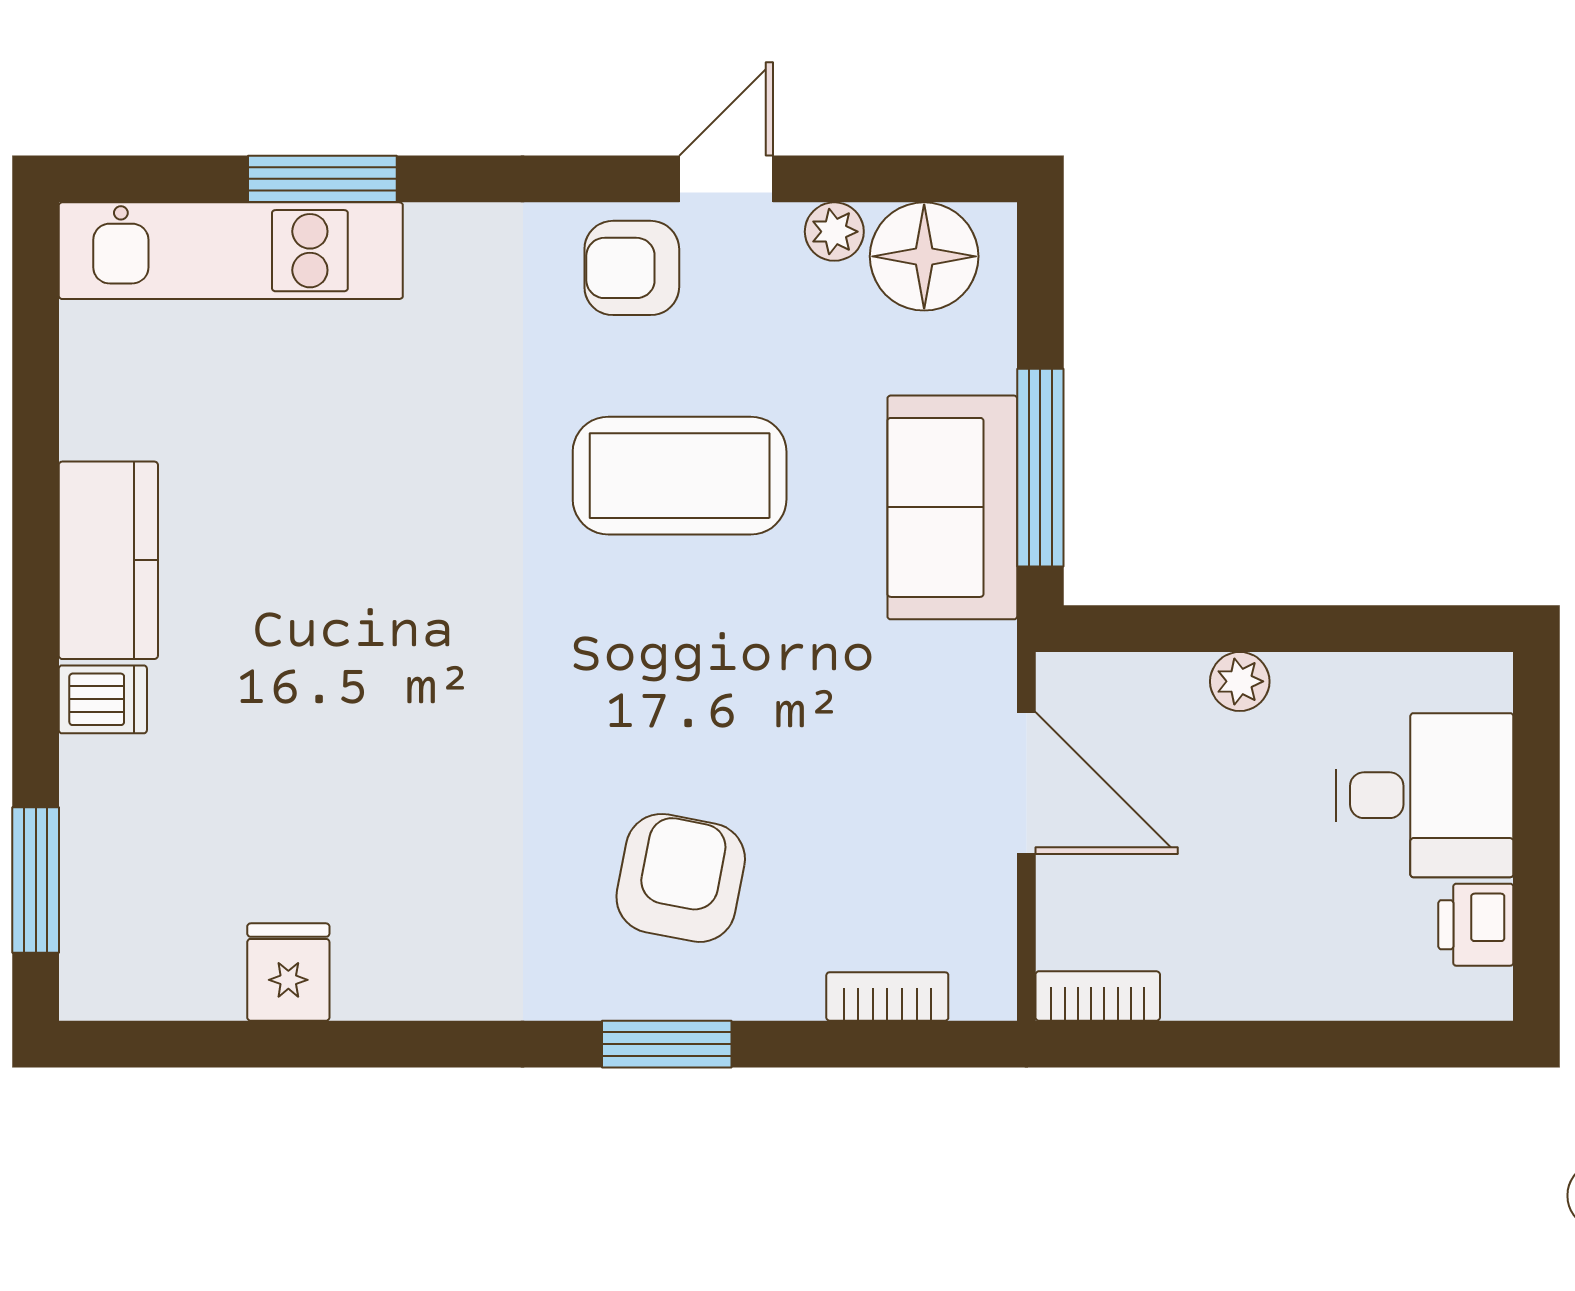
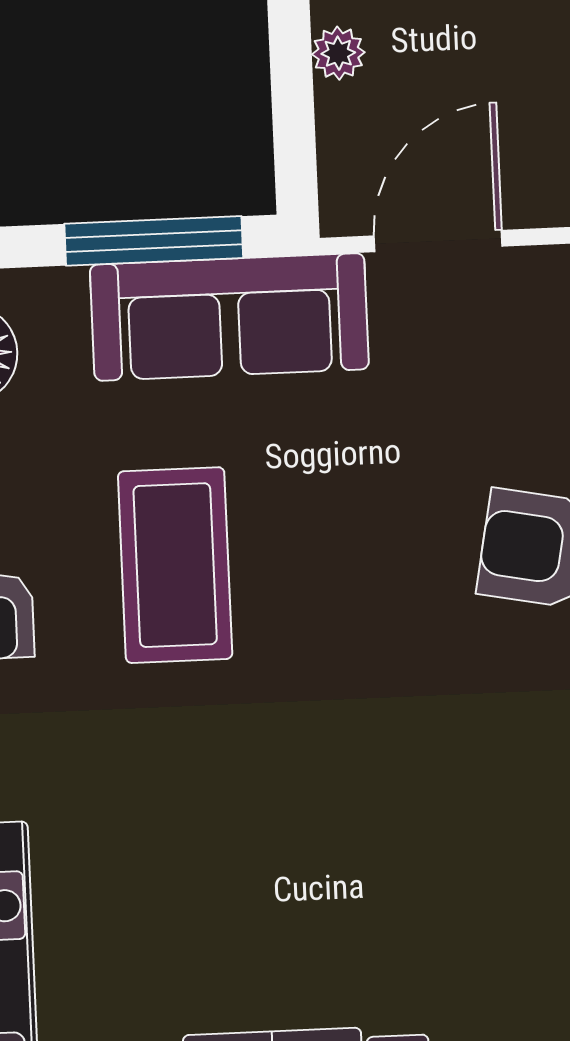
sofa: (952, 507) -> (229, 317), width x1.36

